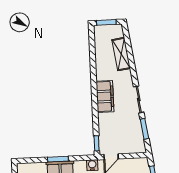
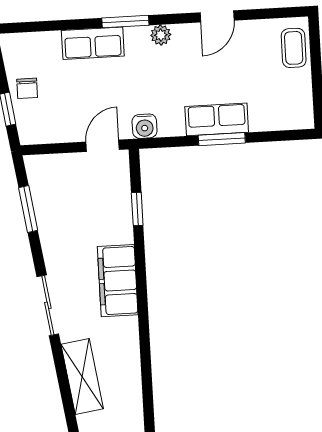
sliding door: (139, 99) -> (48, 305), moved
window: (97, 143) -> (137, 209), moved

